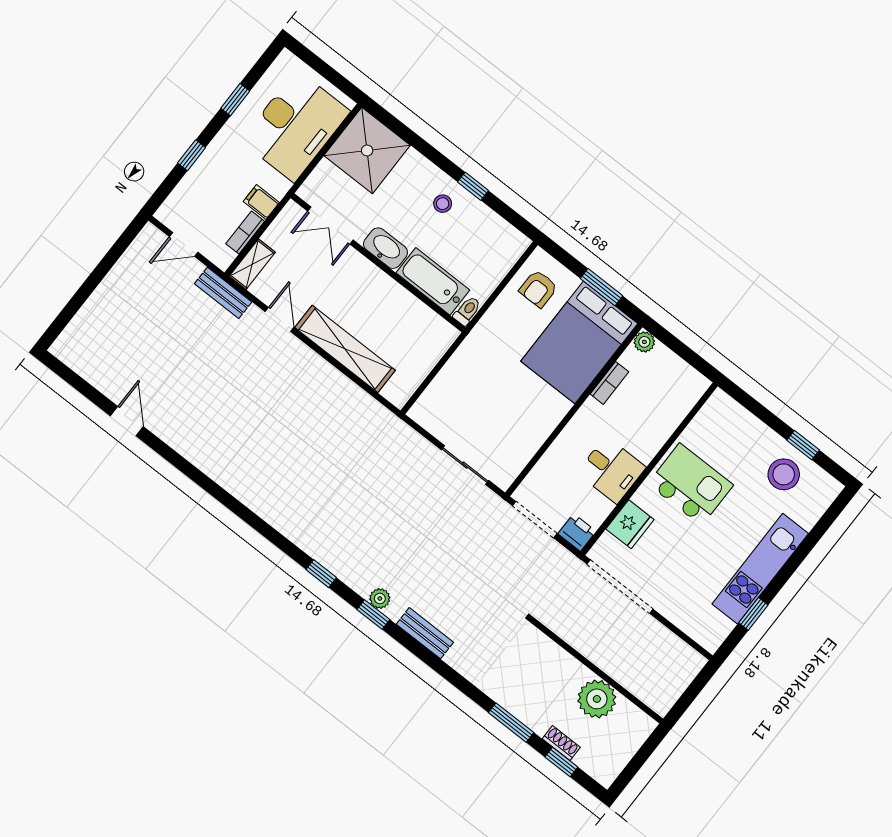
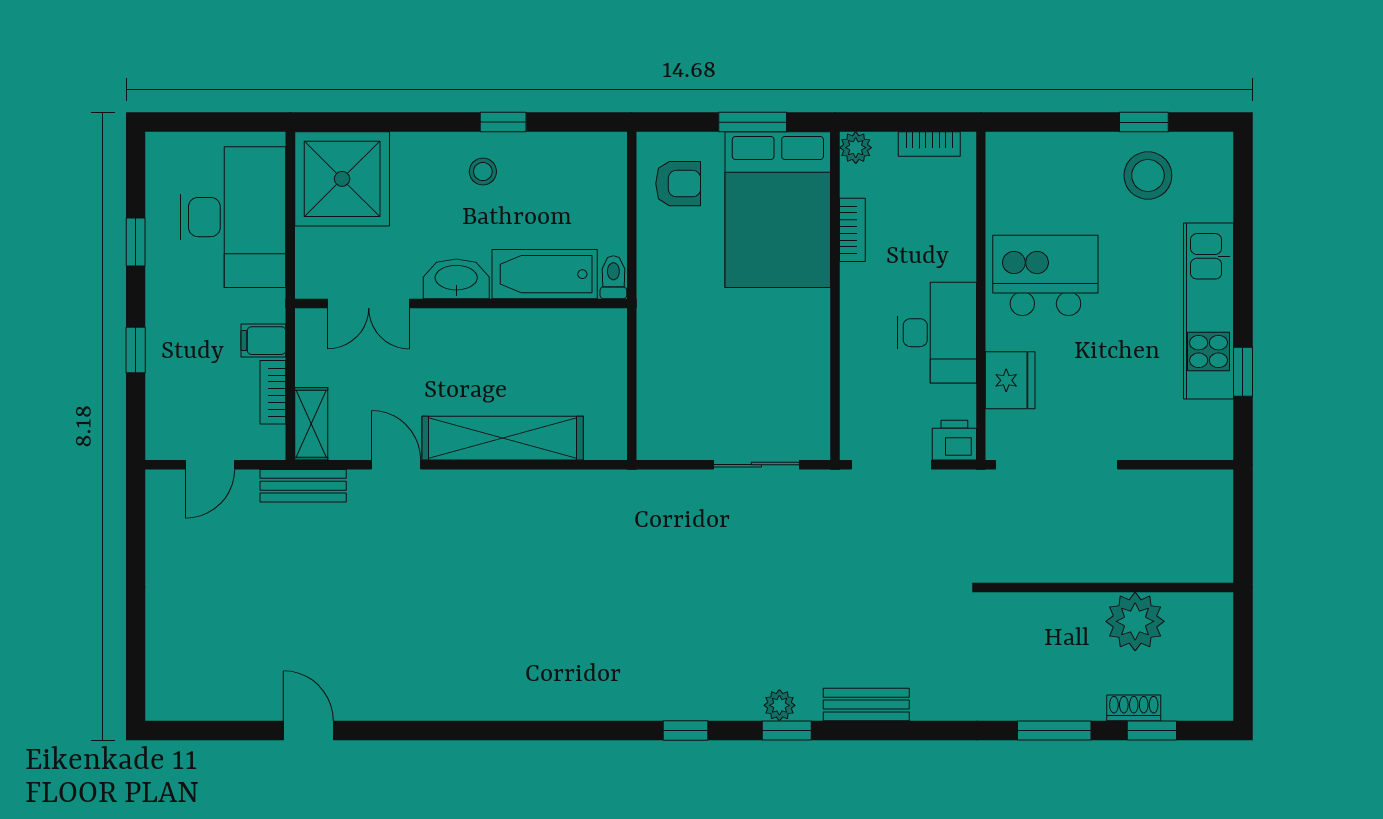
armchair: (538, 289) -> (678, 184), turned -90
bookcase: (684, 370) -> (929, 144), added
desk: (611, 470) -> (937, 333), width x1.37

